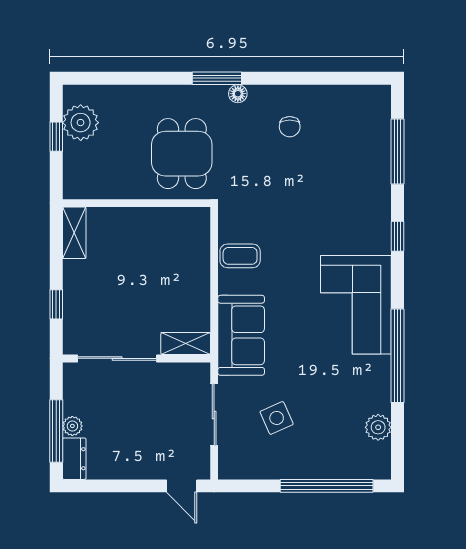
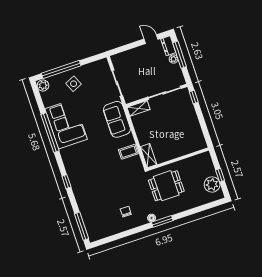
window: (398, 152) -> (81, 226), moved
dining table: (182, 154) -> (166, 186), turned 90
shelving: (74, 233) -> (148, 156), moved
window: (56, 304) -> (194, 97), moved
corner sofa: (356, 305) -> (66, 124), moved
side table: (277, 418) -> (74, 84), moved
plant: (378, 427) -> (43, 85), moved
door: (182, 486) -> (151, 39), moved

